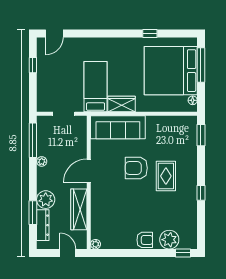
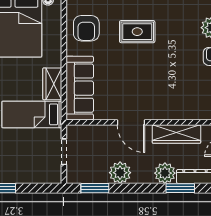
window: (33, 140) -> (95, 188), width x0.69
plant: (42, 161) -> (120, 173), width x1.87, depth x1.87
armchair: (136, 168) -> (86, 28), moved

